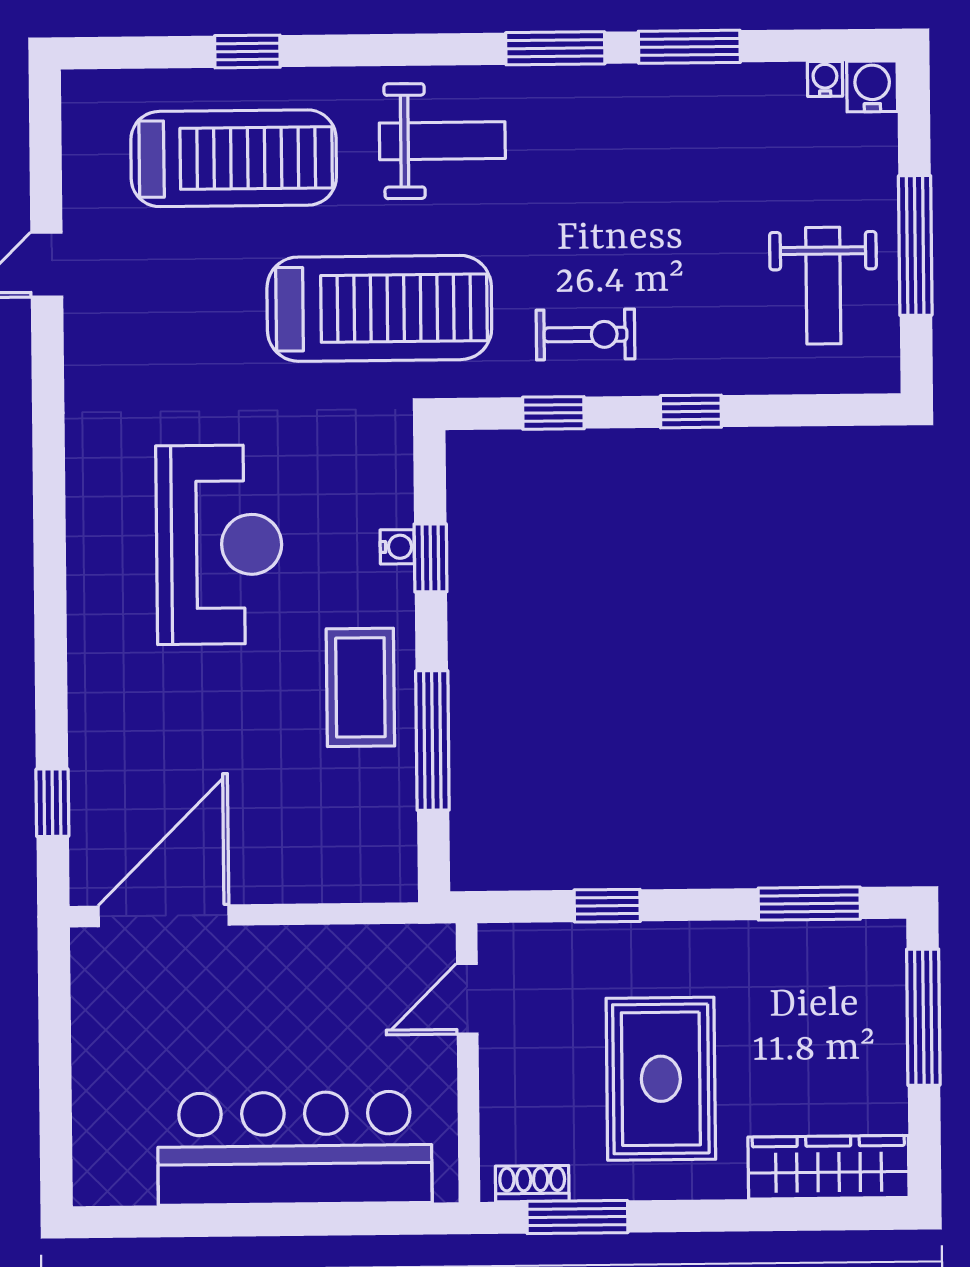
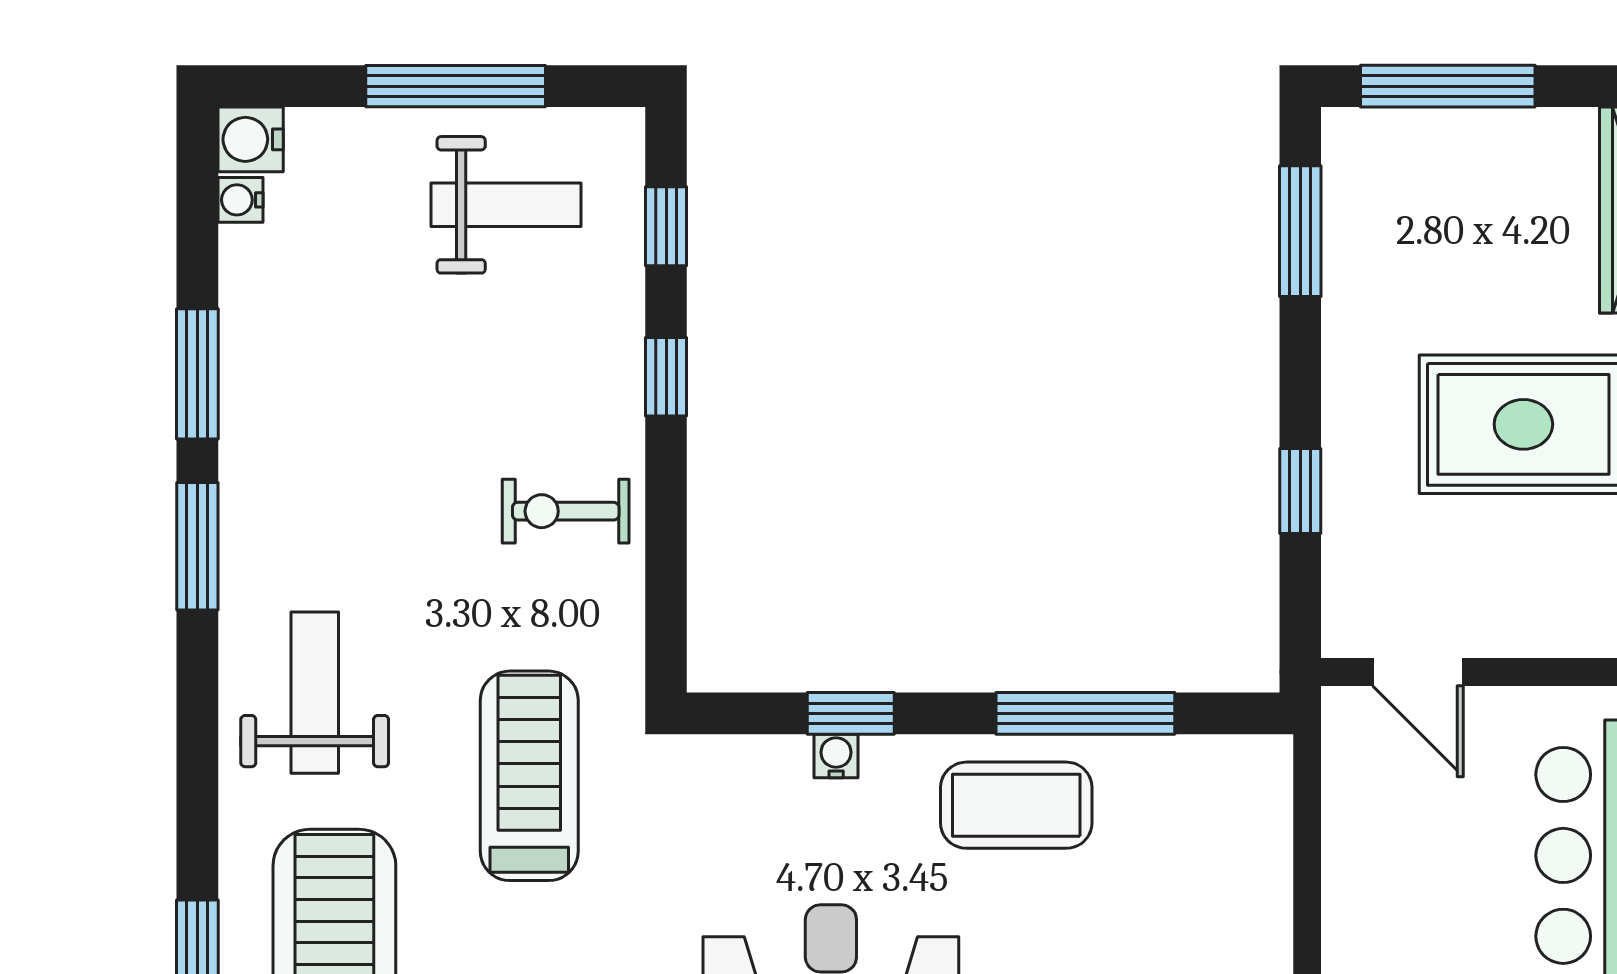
treadmill: (379, 308) -> (529, 776), width x0.73, depth x0.73
exercise bike: (586, 335) -> (566, 511), turned -90
window: (553, 413) -> (666, 226), moved

